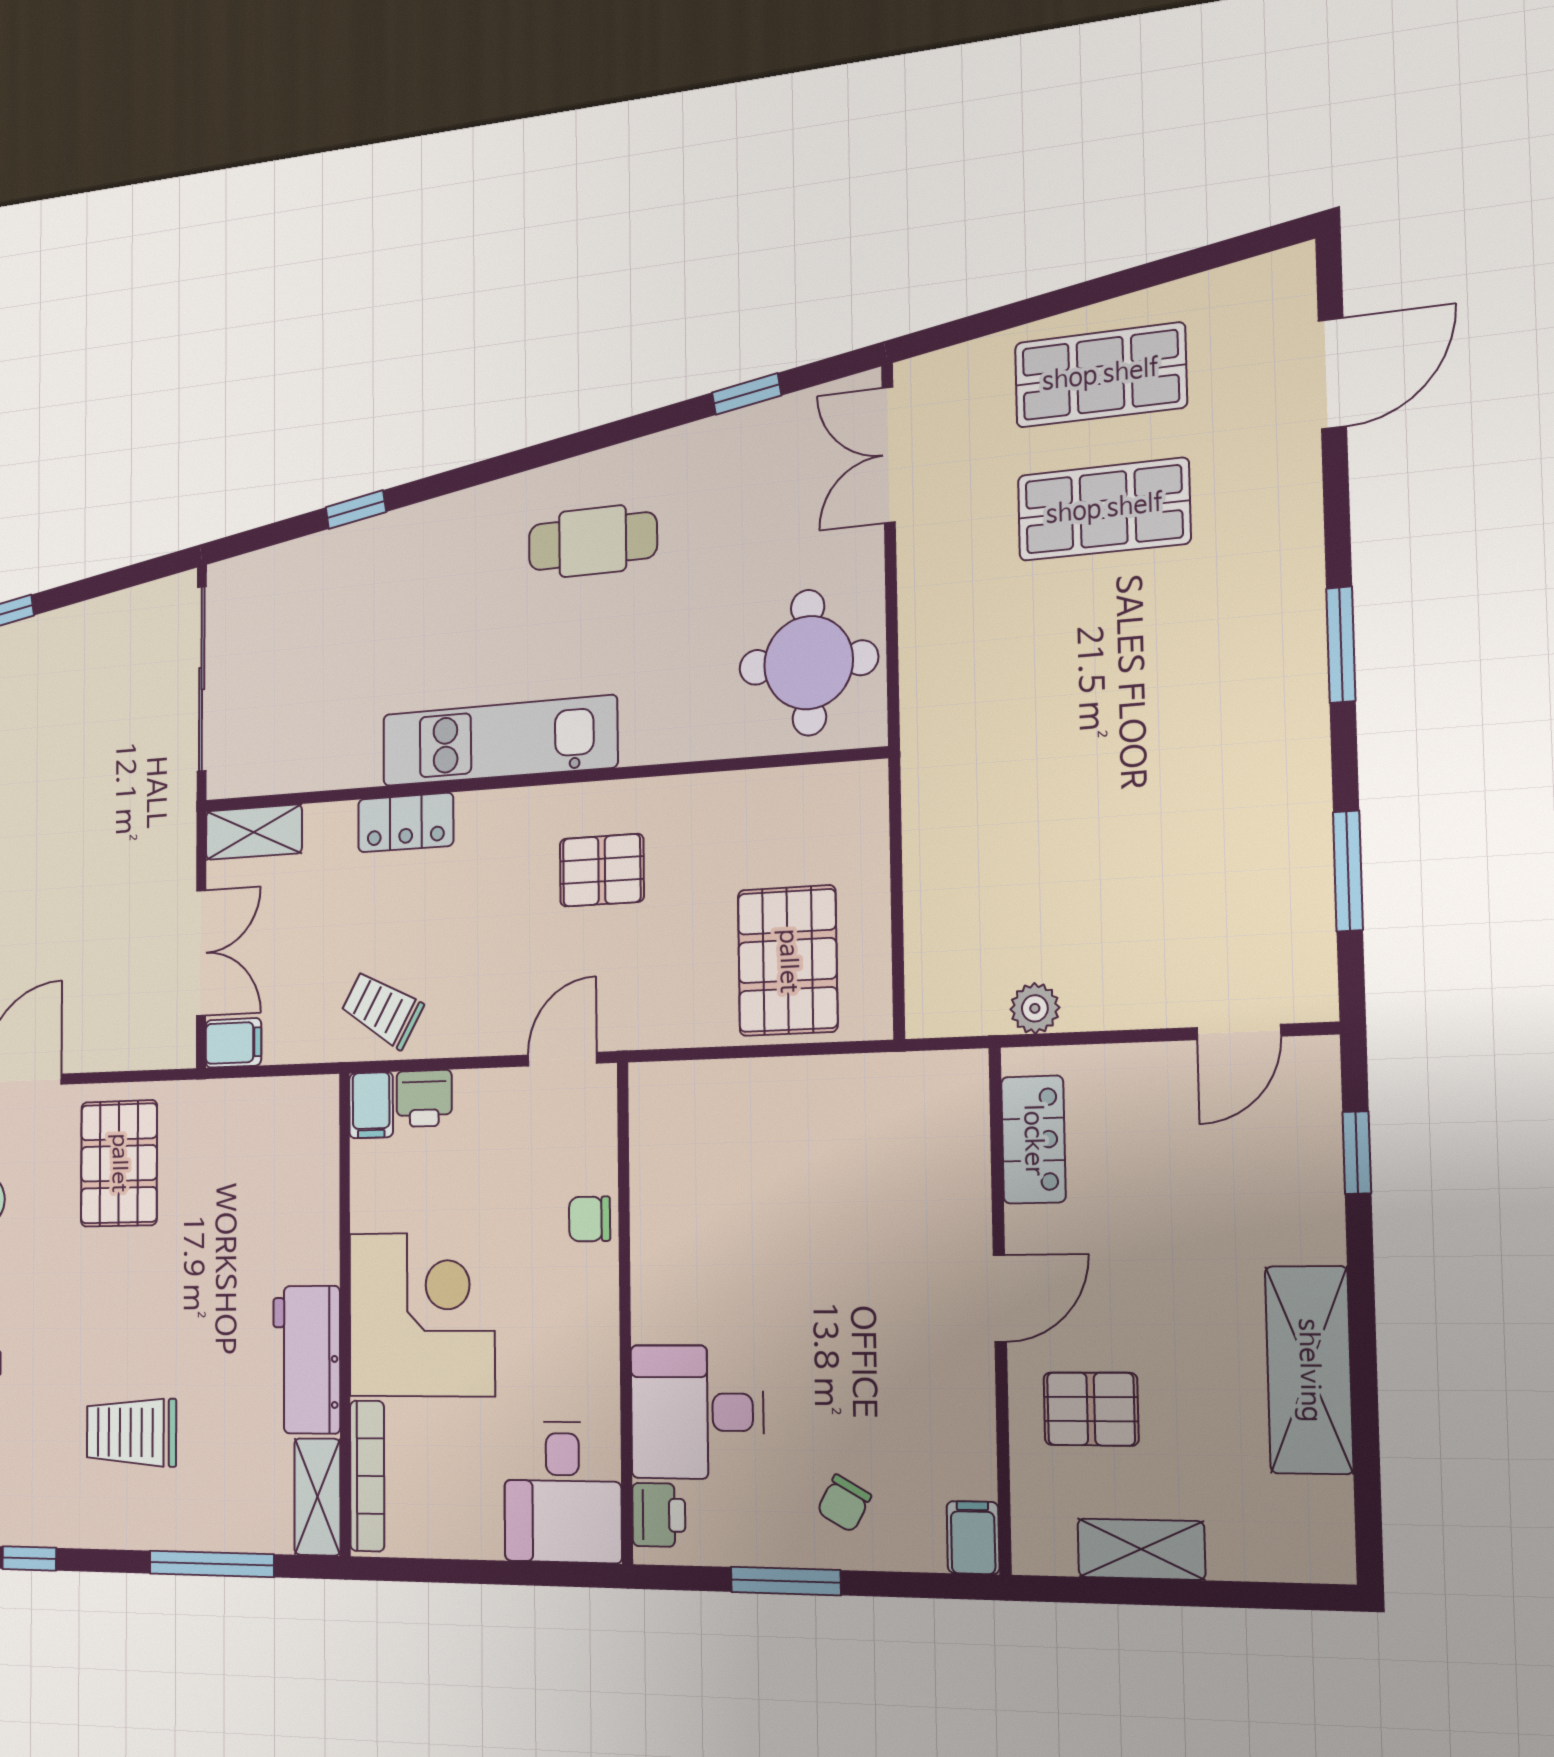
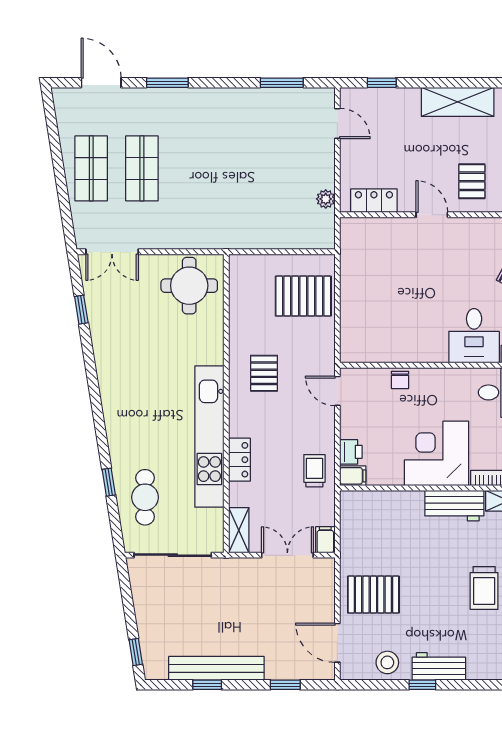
cafe table: (593, 541) -> (145, 497), moved
window: (1341, 645) -> (167, 83), moved
kitchen unit: (499, 741) -> (209, 437), width x1.36
trolley: (382, 1009) -> (314, 471), turned 150

